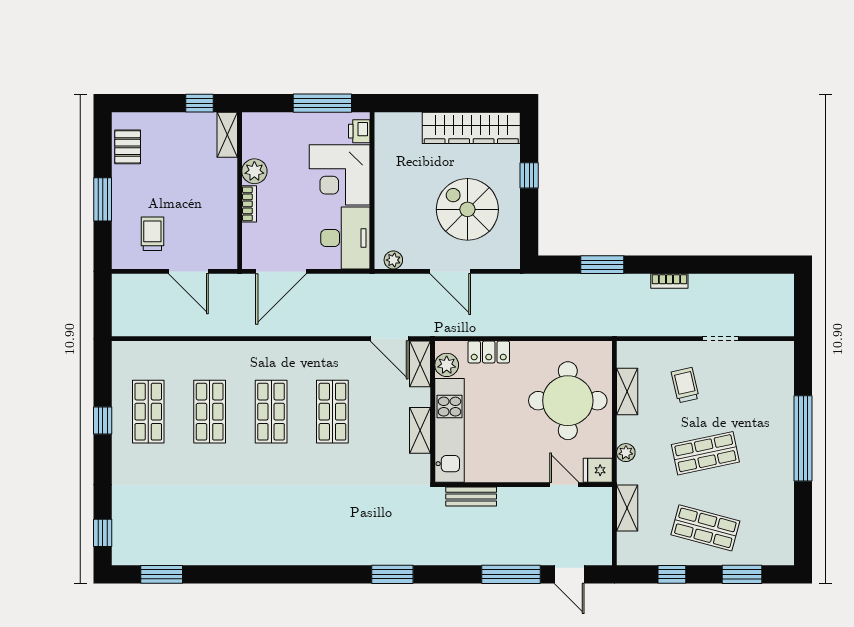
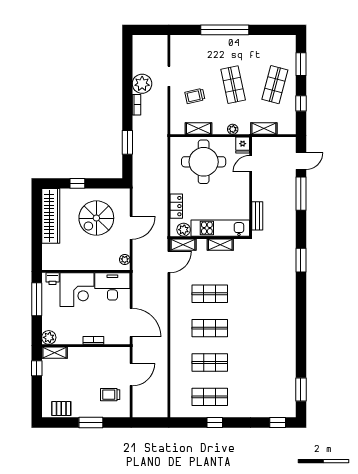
plant: (254, 171) -> (49, 337), moved
plant: (707, 291) -> (142, 84), added

